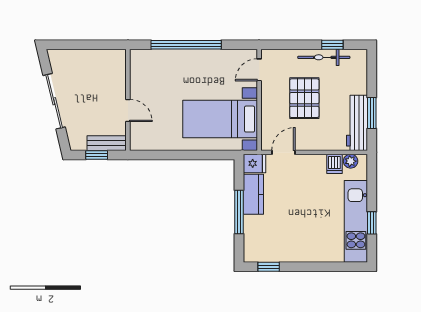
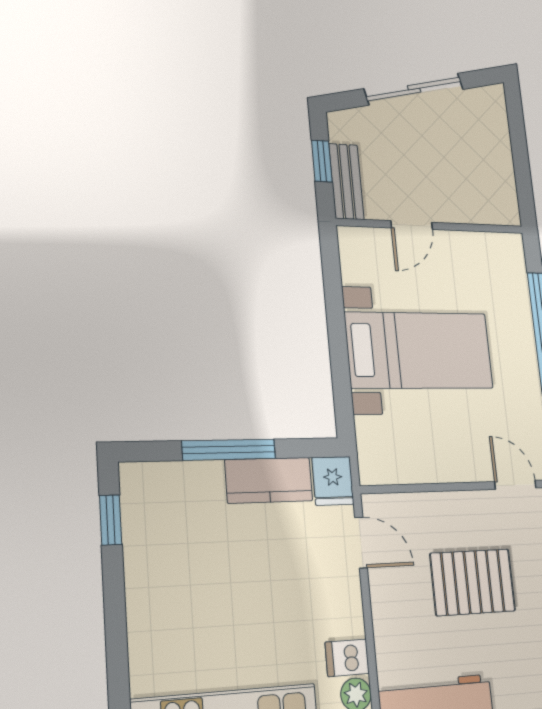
bed with nightstands: (220, 119) -> (419, 350), moved, turned 90

